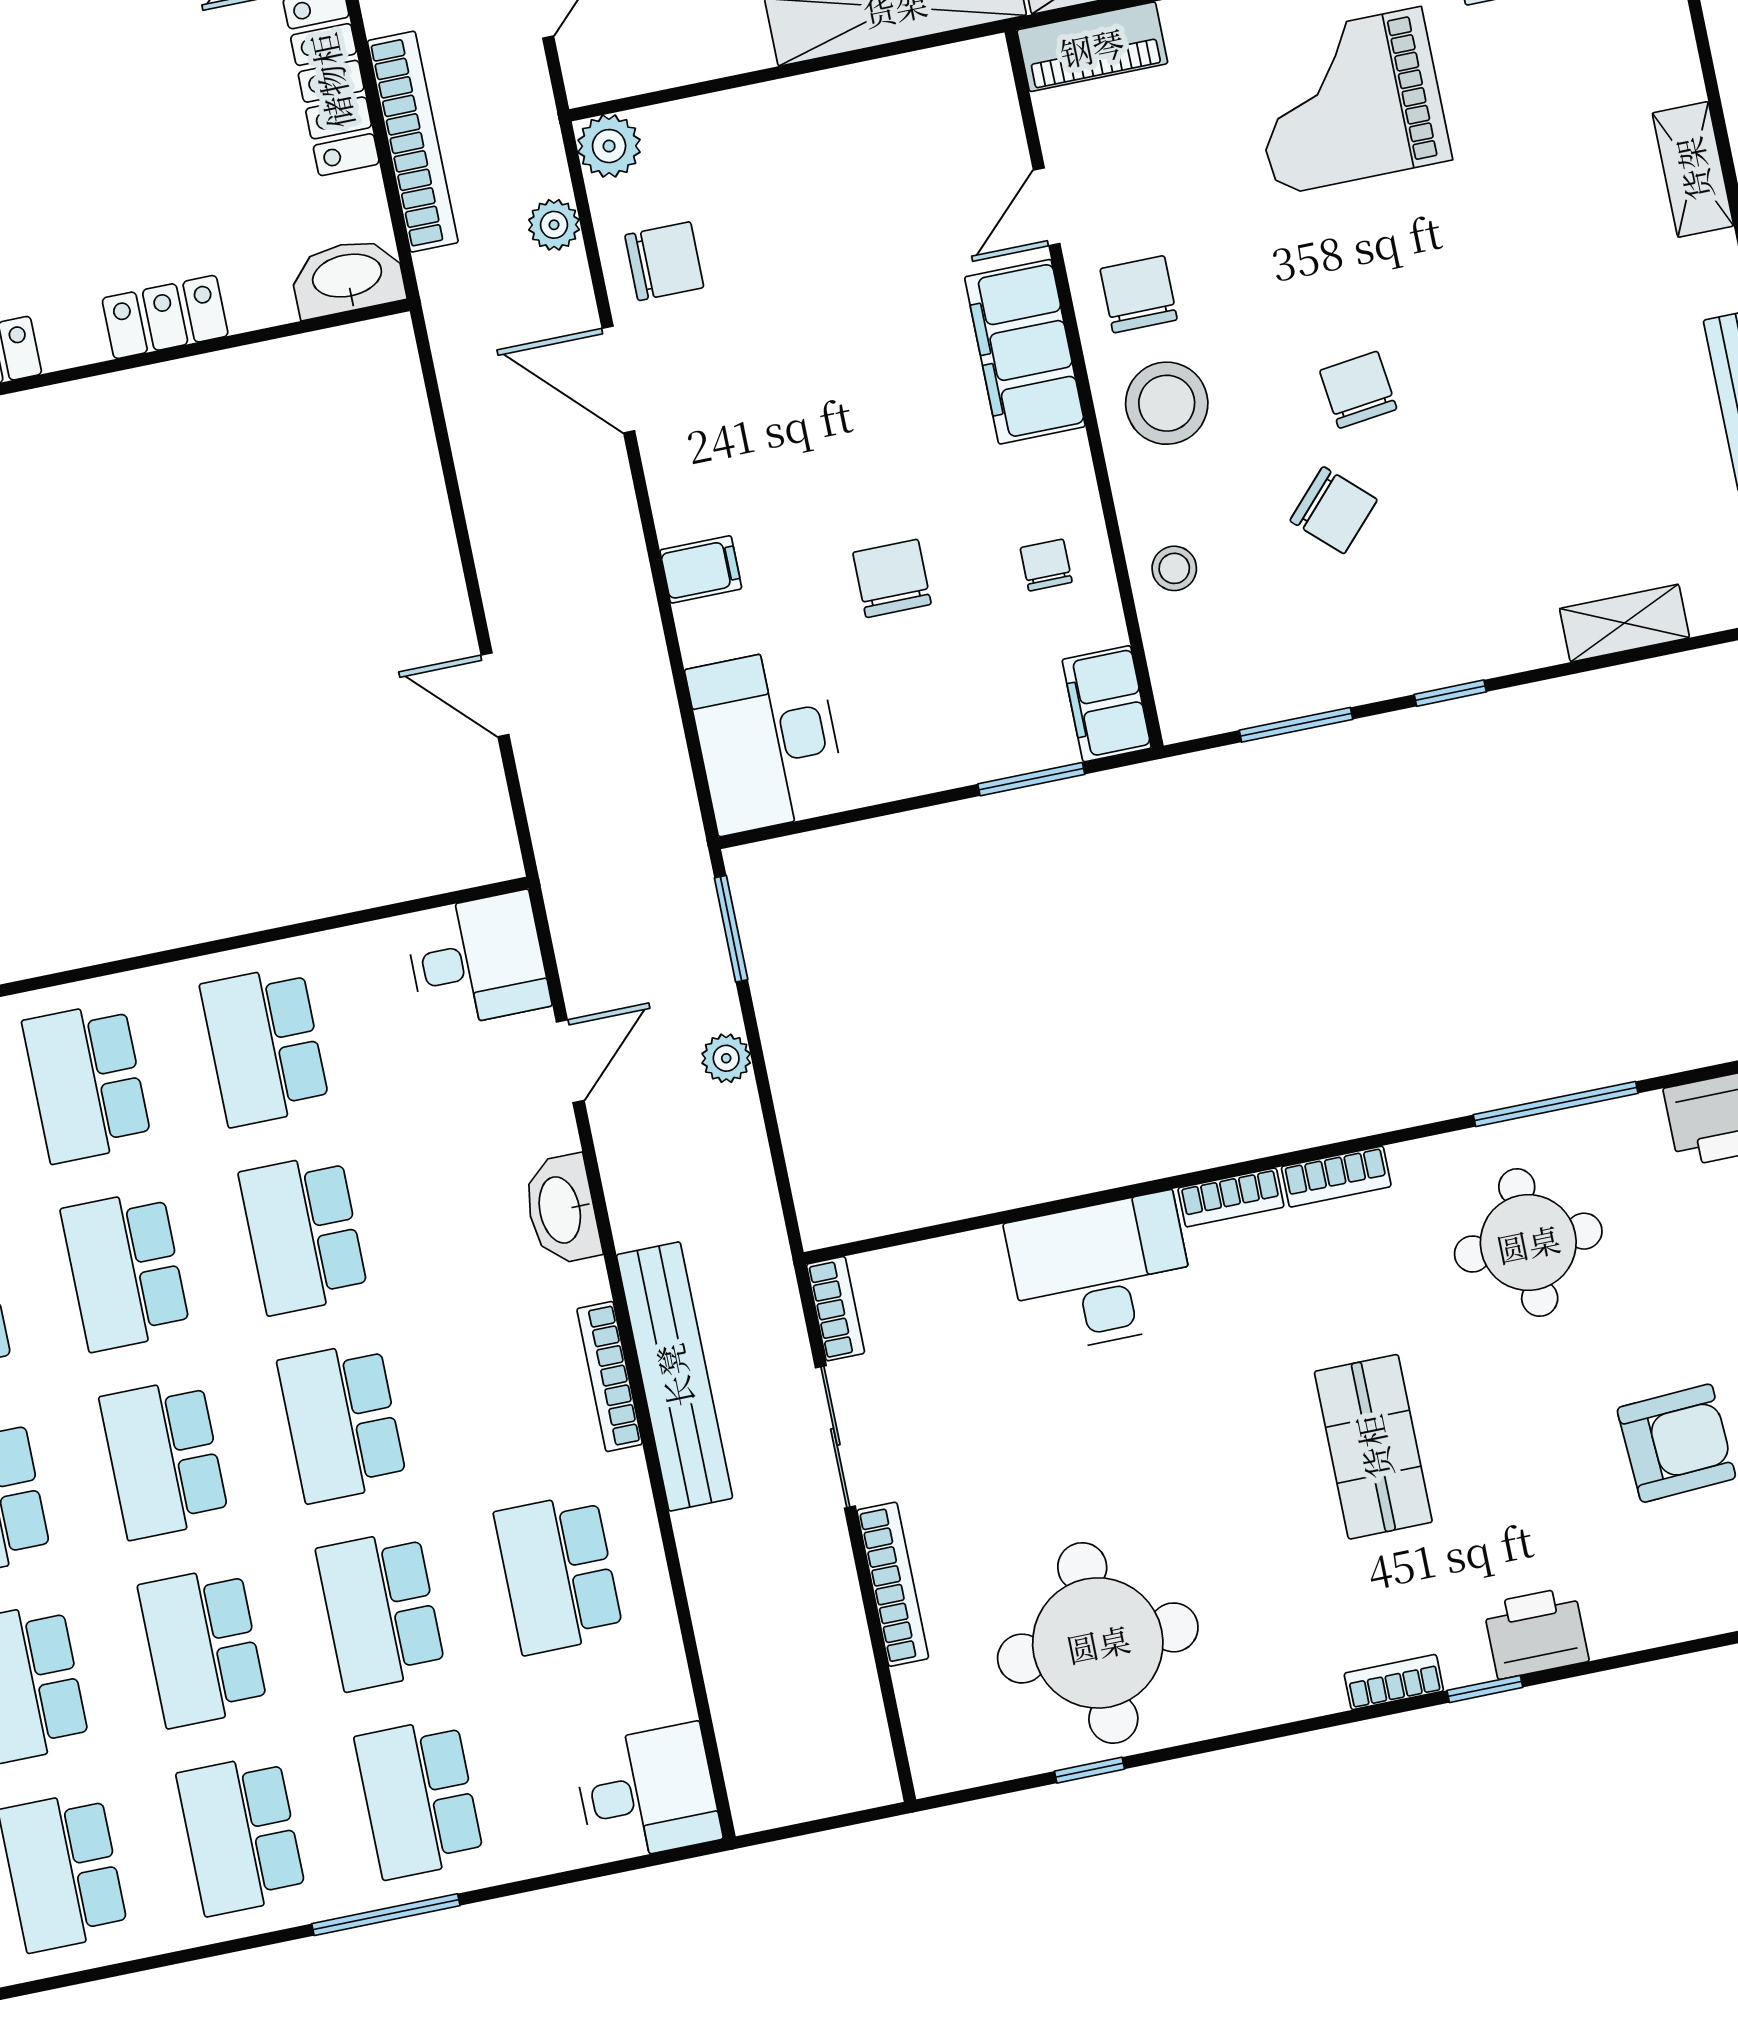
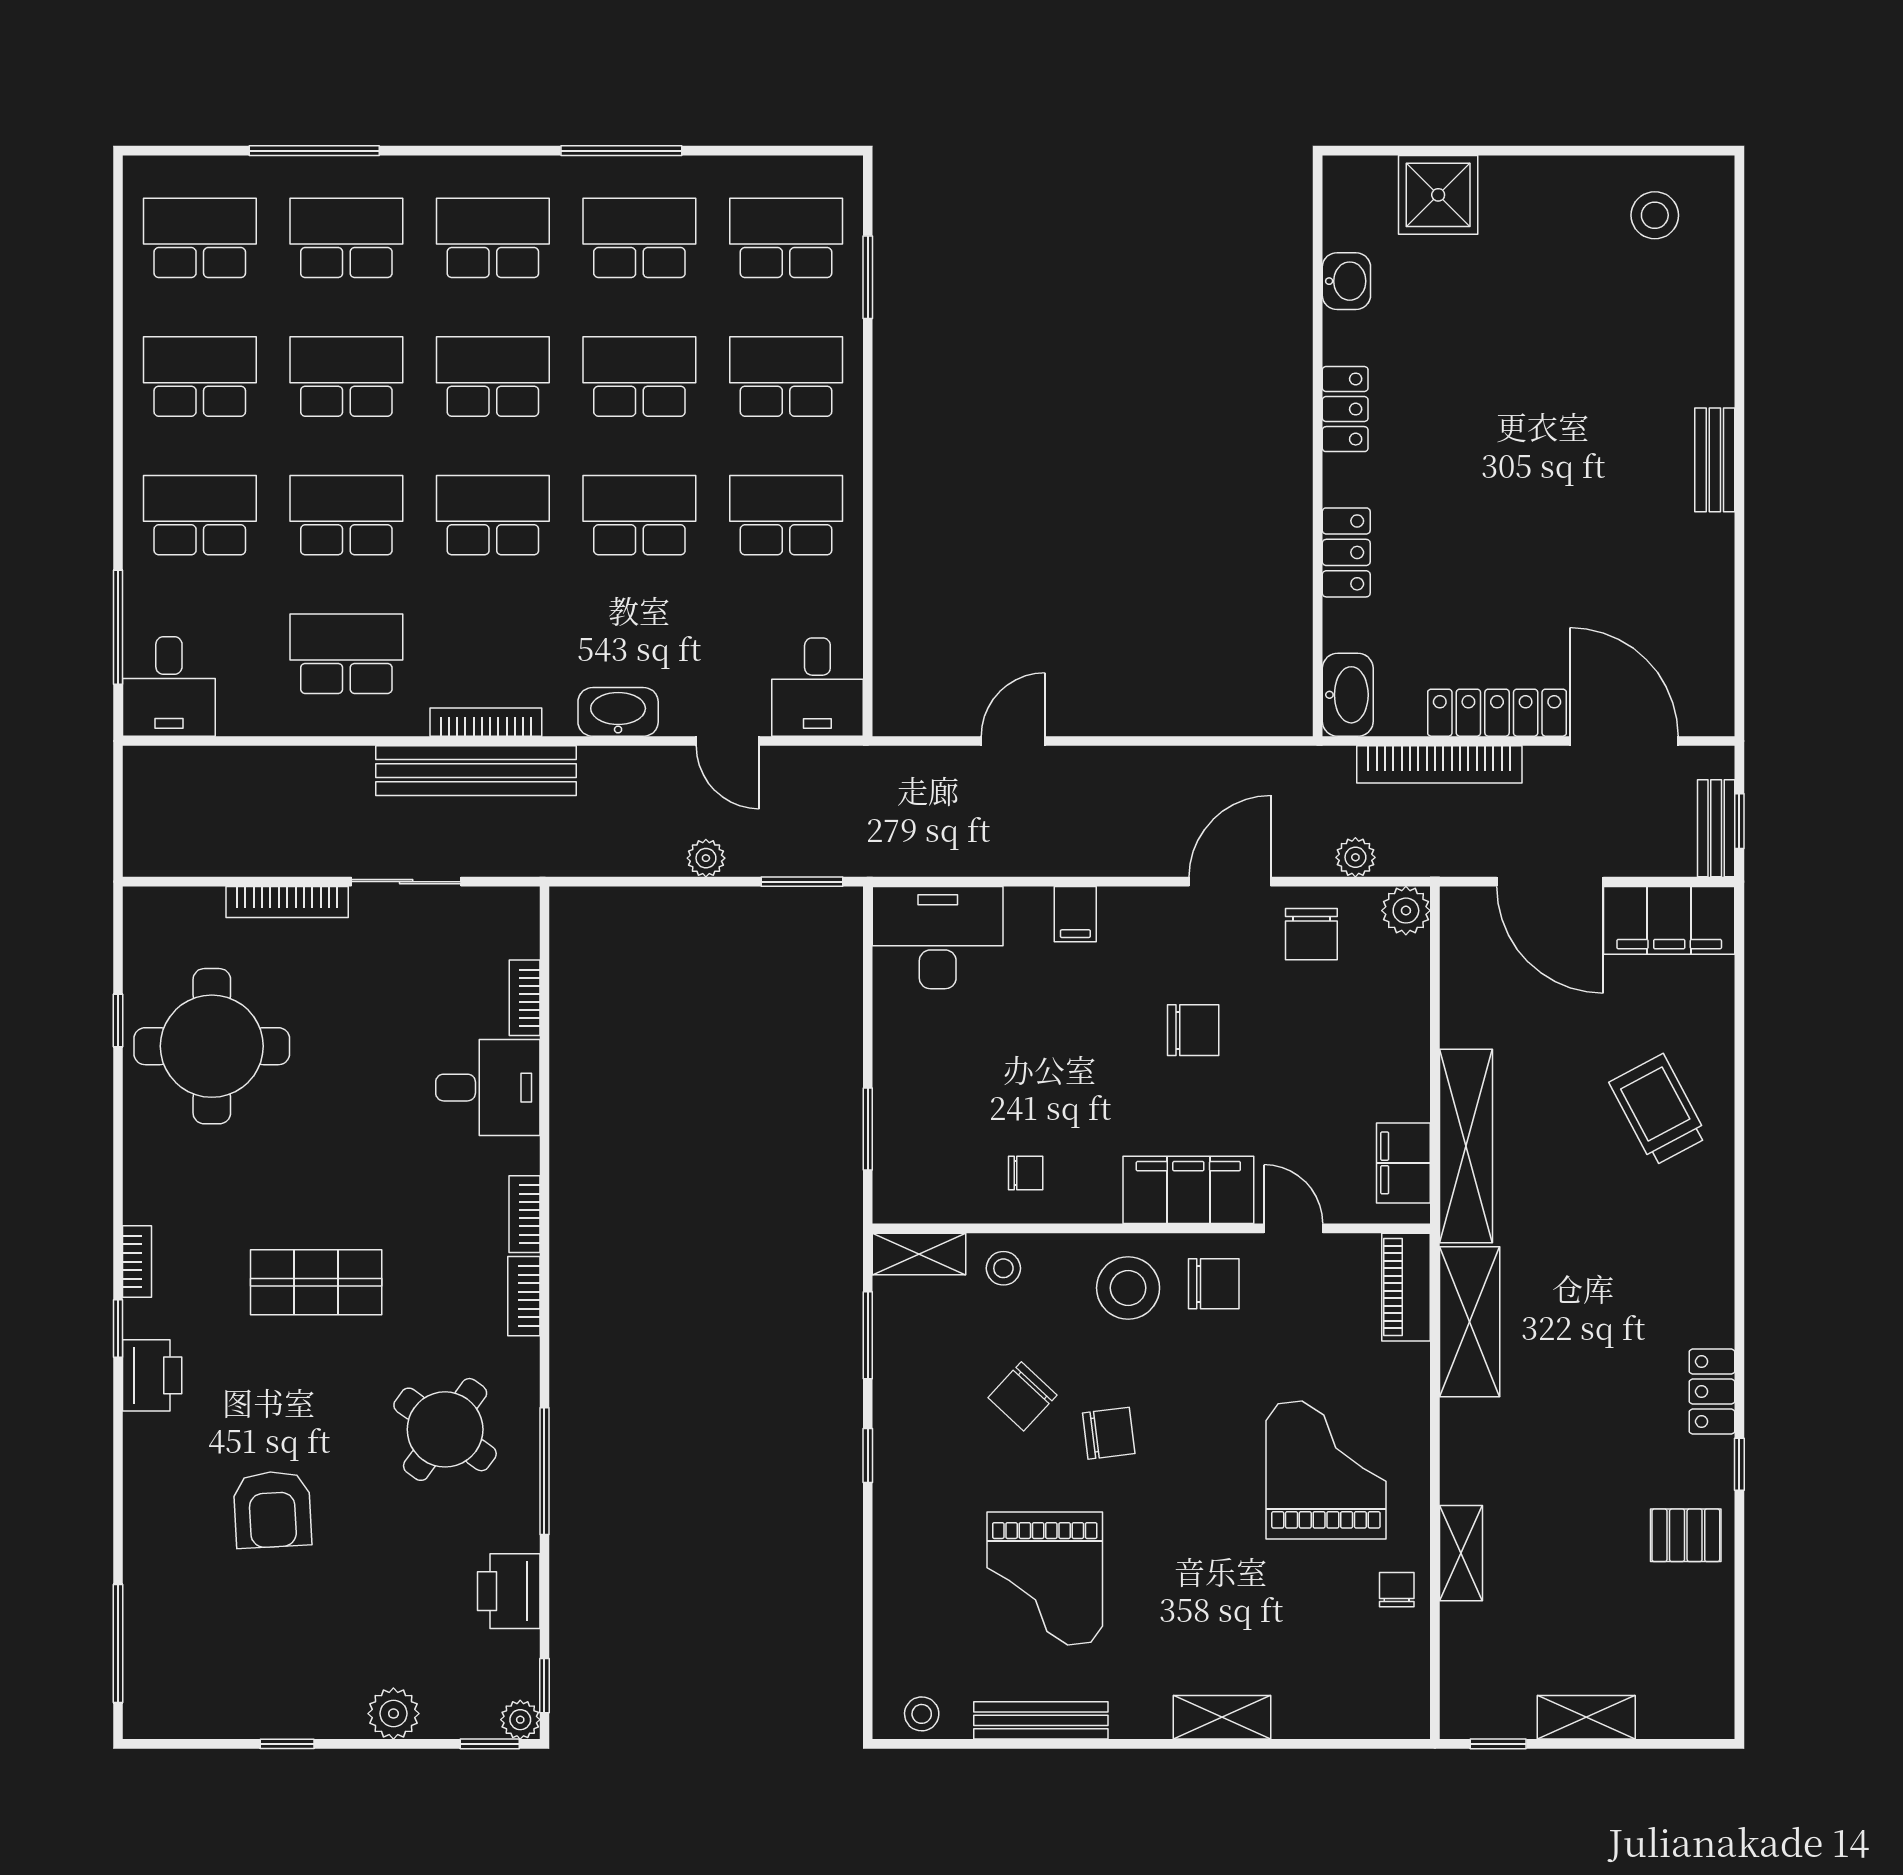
grand piano: (1562, 434) -> (1045, 1578), added
chair: (892, 578) -> (1193, 1030), moved
shelving: (1624, 623) -> (919, 1254), moved, turned 90
filing cabinet: (1107, 704) -> (1403, 1163), moved, turned -90
round table: (1528, 1243) -> (445, 1429), turned 36
desk: (1101, 1273) -> (488, 1088), width x0.73
bookcase: (836, 1309) -> (525, 998), moved, turned 90
window: (386, 1915) -> (118, 627), moved

